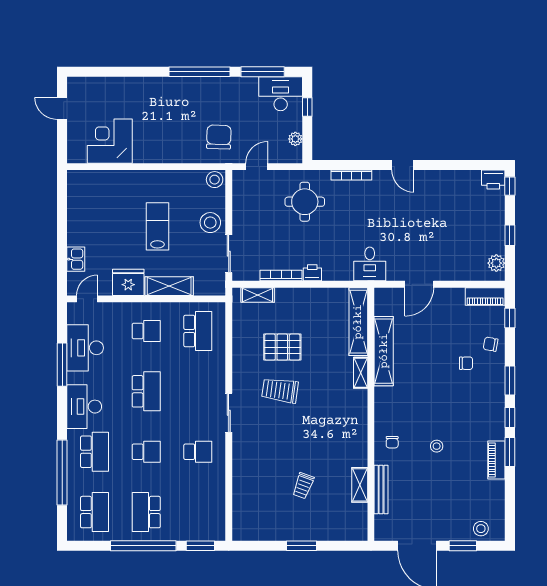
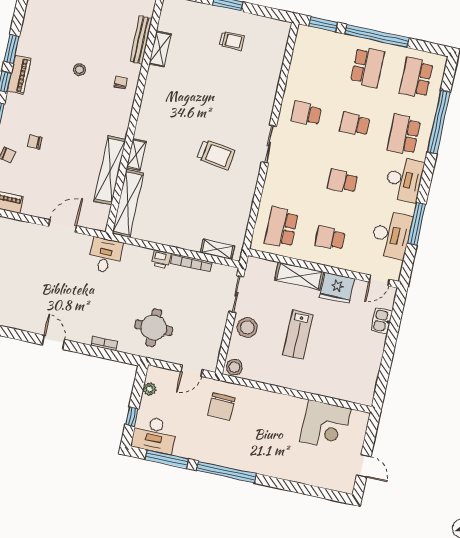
bookcase: (351, 175) -> (104, 343), width x0.64
pallet: (282, 347) -> (205, 195), removed
school desk: (146, 391) -> (343, 181), width x0.54
piano: (496, 460) -> (19, 75), moved
trolley: (303, 486) -> (232, 41), moved, turned 70

